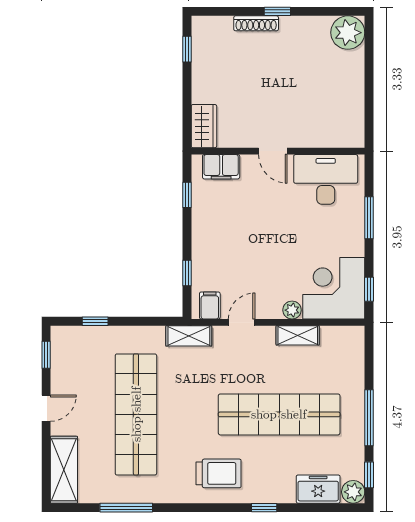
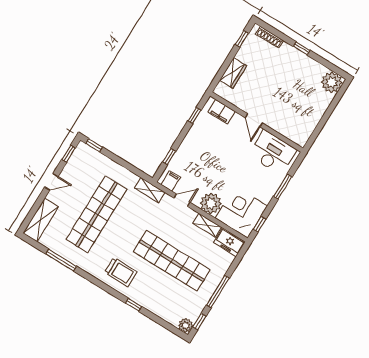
shoe rack: (256, 23) -> (270, 37), moved
wardrobe: (204, 126) -> (233, 73), moved
plant: (292, 310) -> (211, 203), width x1.87, depth x1.87
window: (95, 321) -> (94, 145), moved
freezer: (318, 489) -> (229, 242), moved, turned 180

